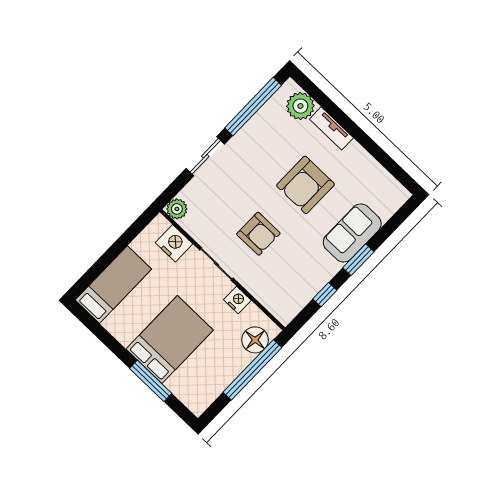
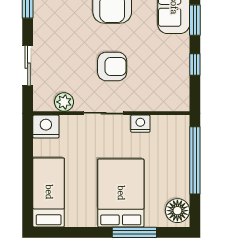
sliding door: (205, 156) -> (28, 66), moved
plant: (177, 209) -> (64, 102), moved
nightstand: (174, 243) -> (46, 127), moved
floor lamp: (255, 340) -> (177, 211), moved

